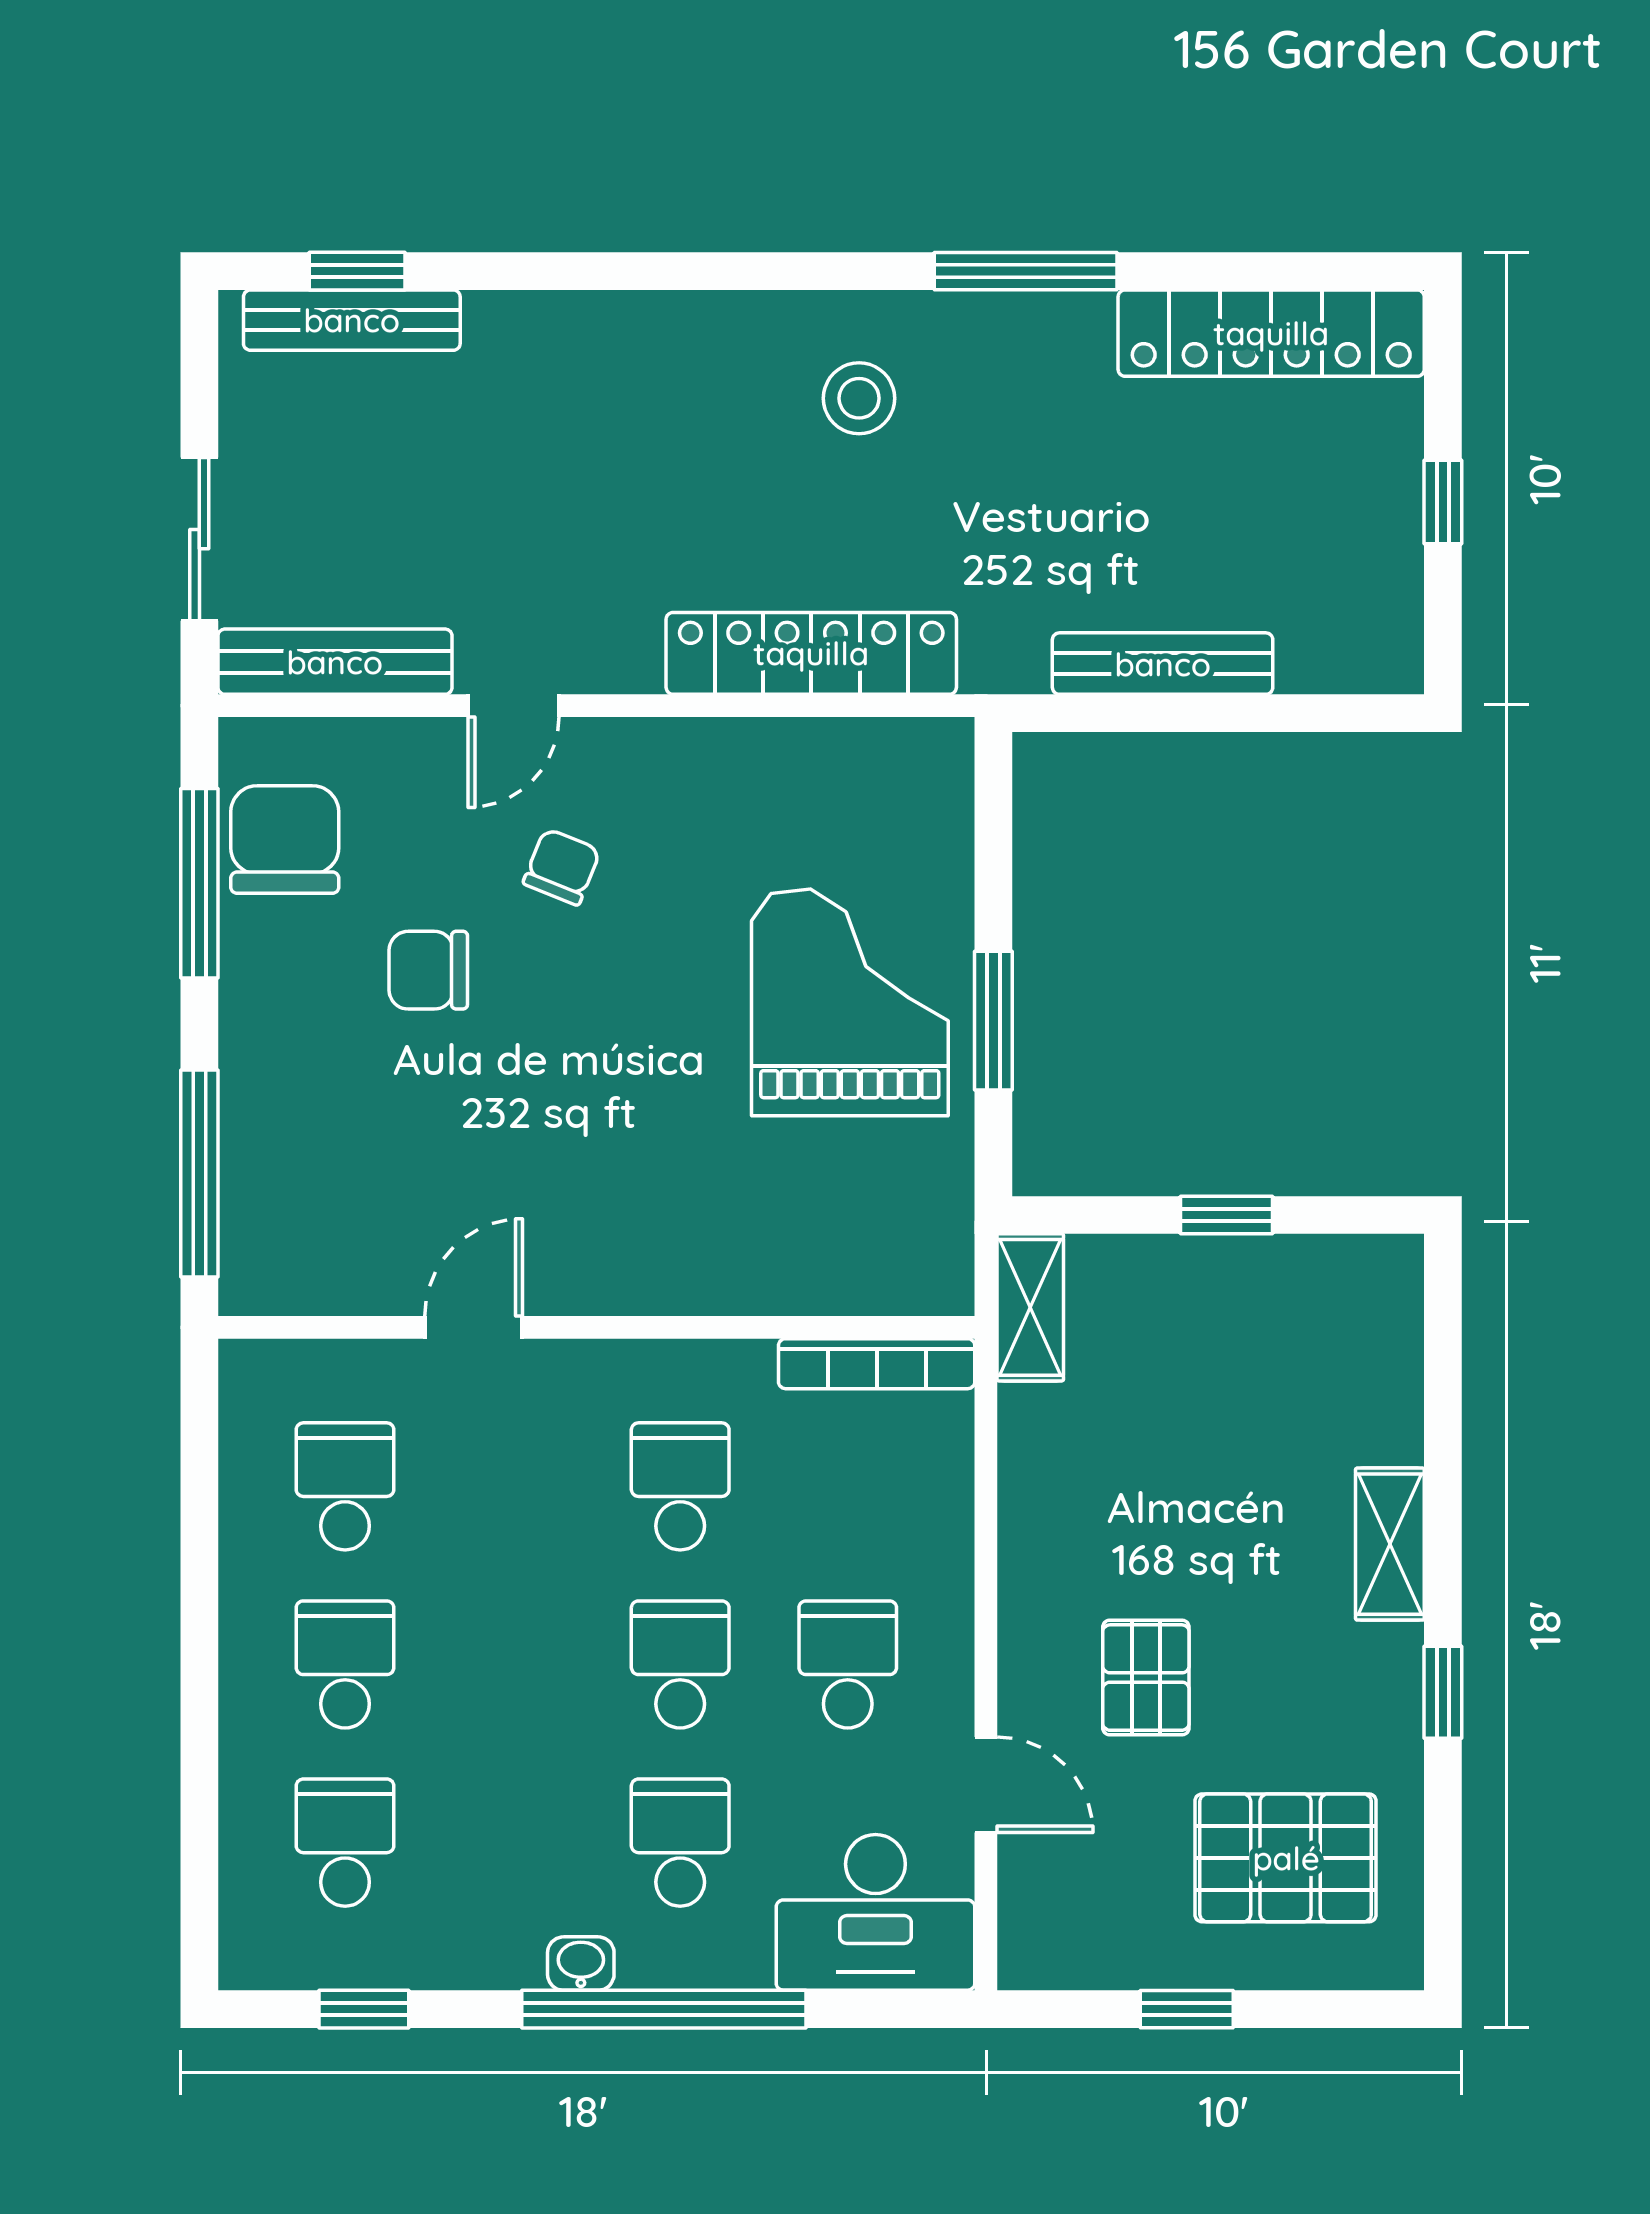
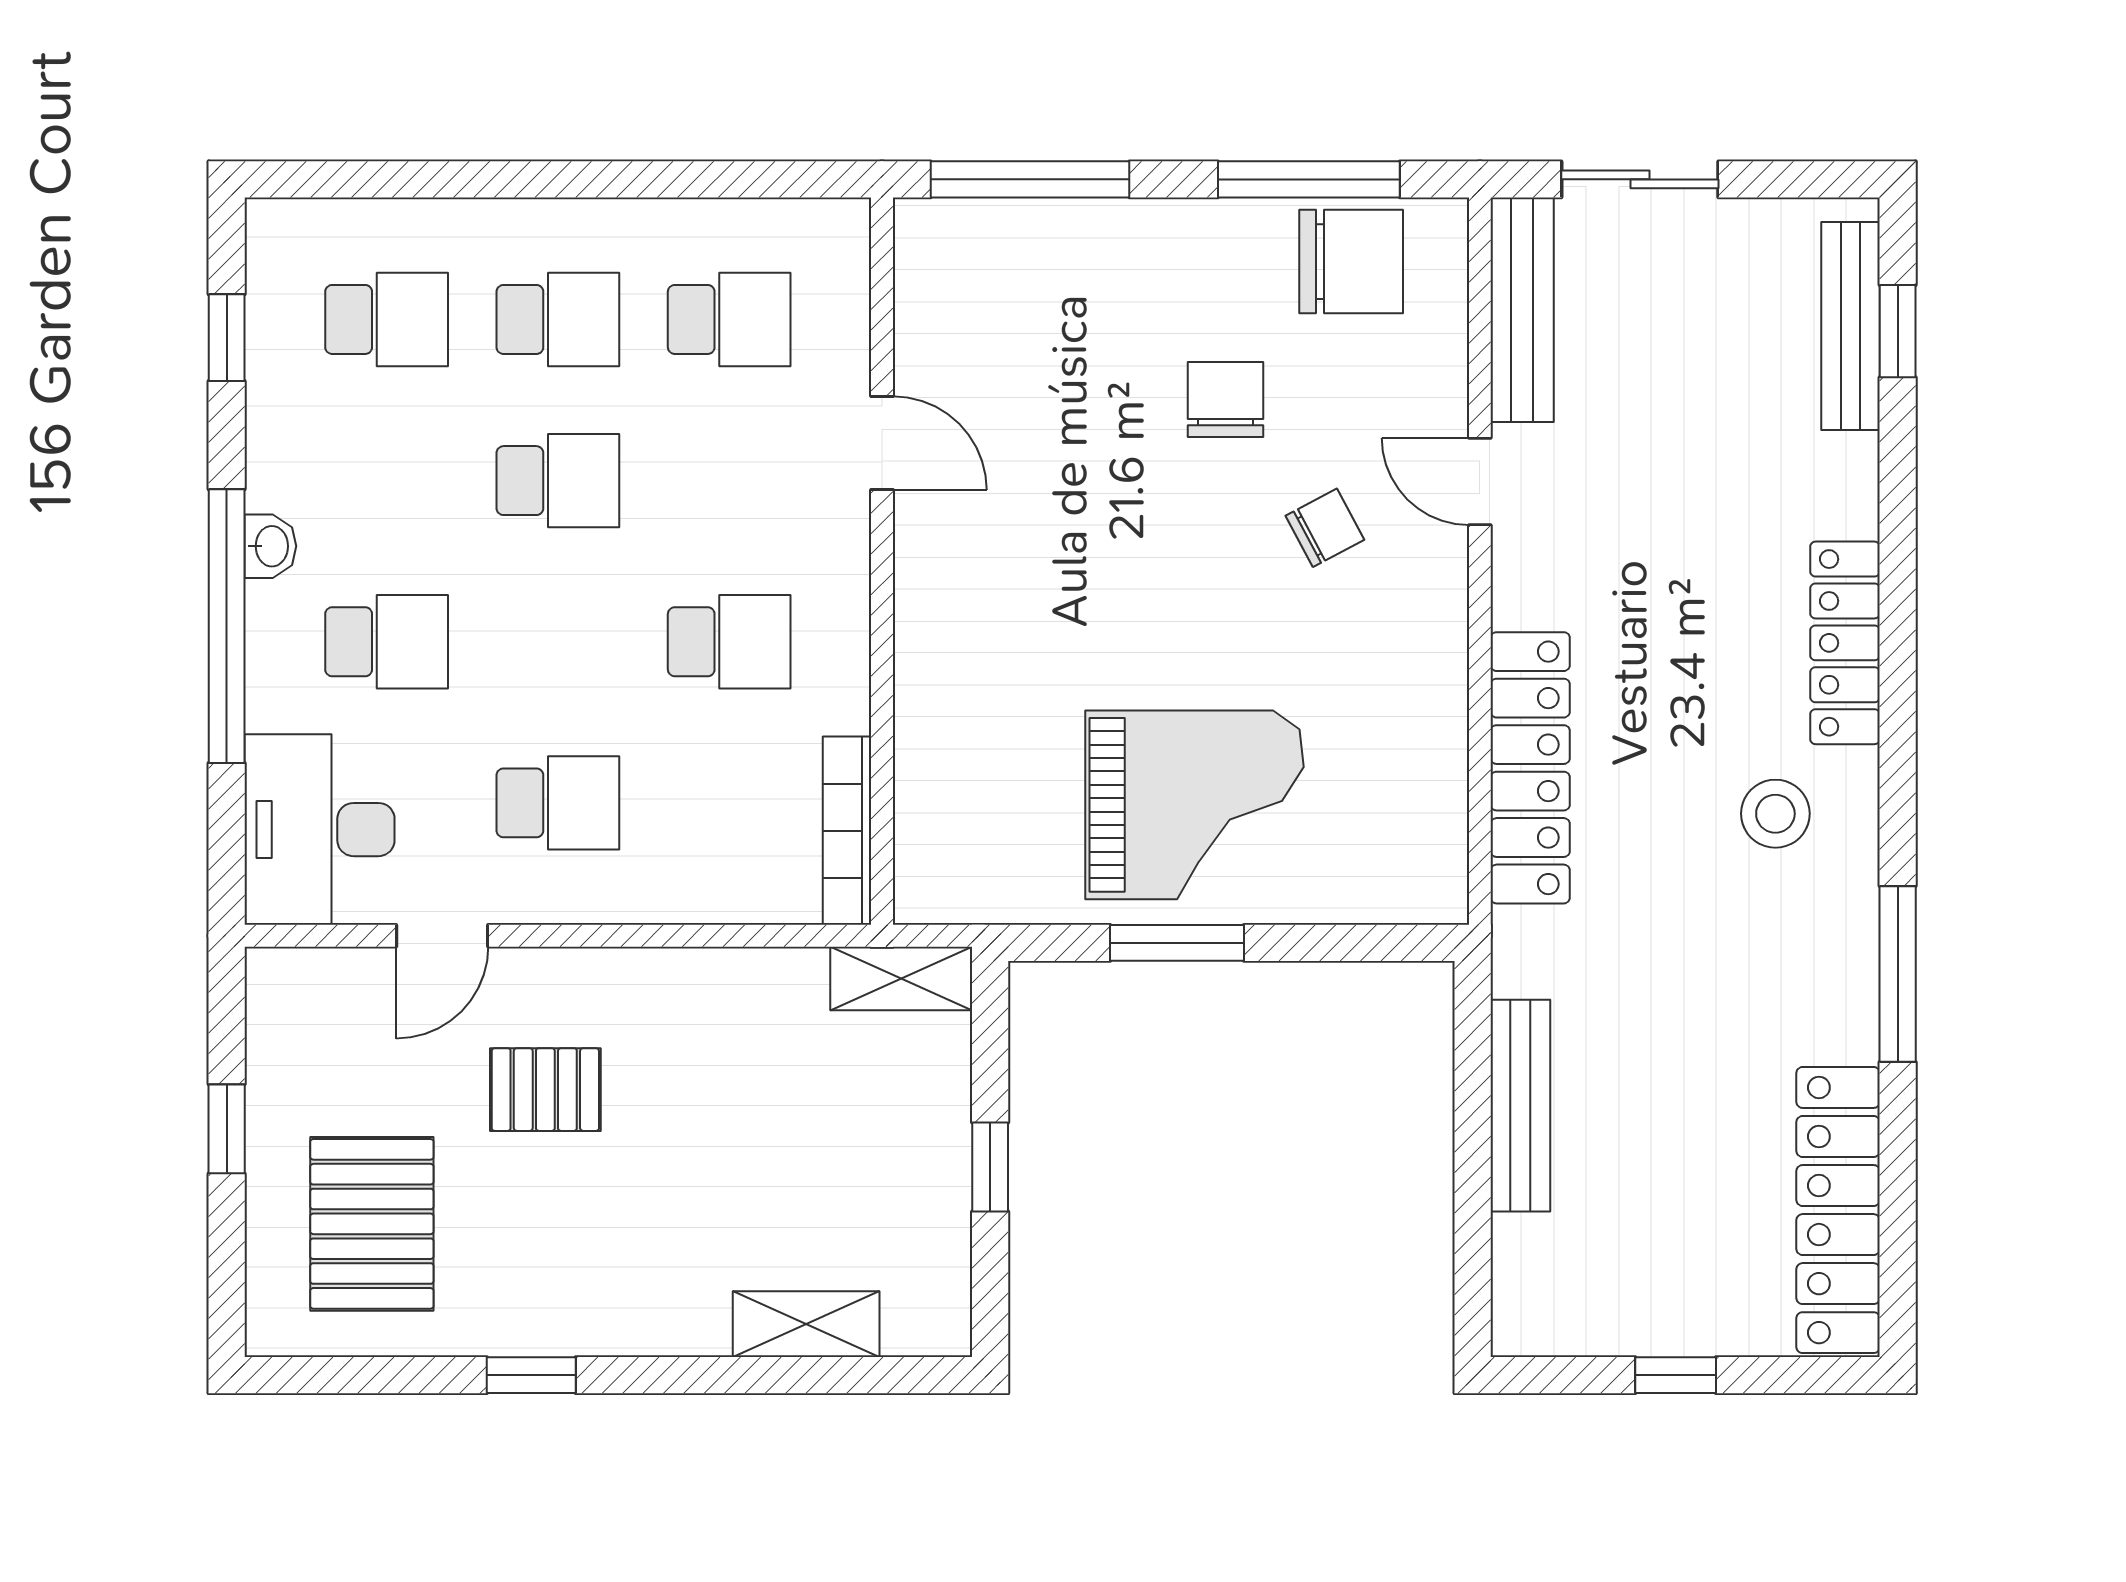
locker: (681, 326) -> (1845, 643), added
chair: (562, 867) -> (1325, 528), turned -50
shelving: (1390, 1544) -> (806, 1324), moved
school desk: (680, 1664) -> (558, 481), moved

